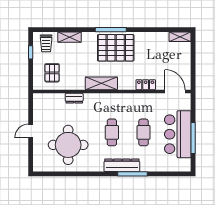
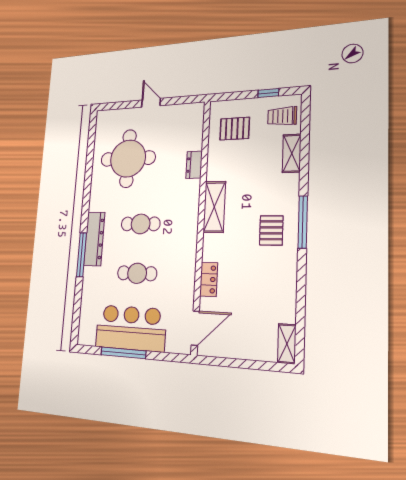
pallet: (116, 48) -> (271, 230), width x0.49, depth x0.50

